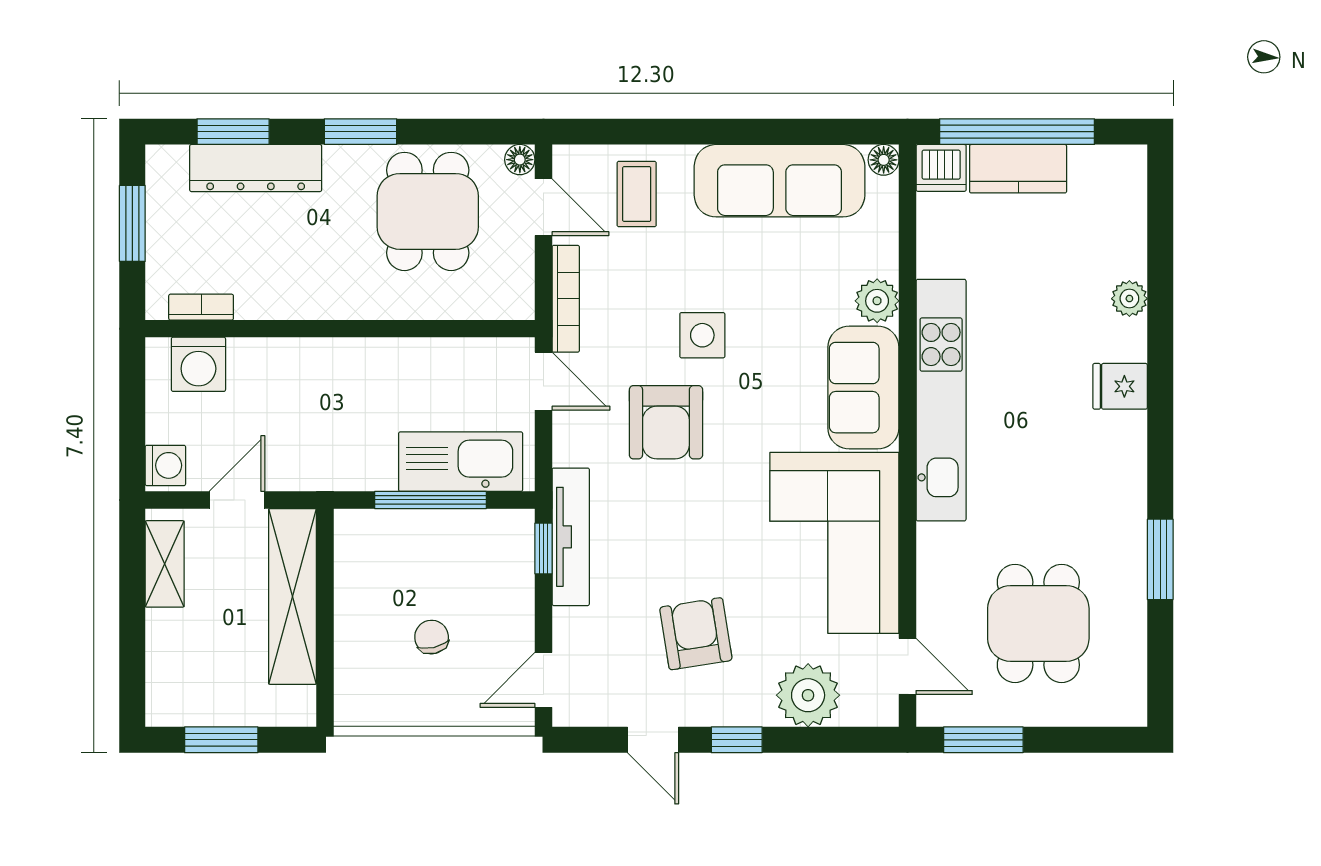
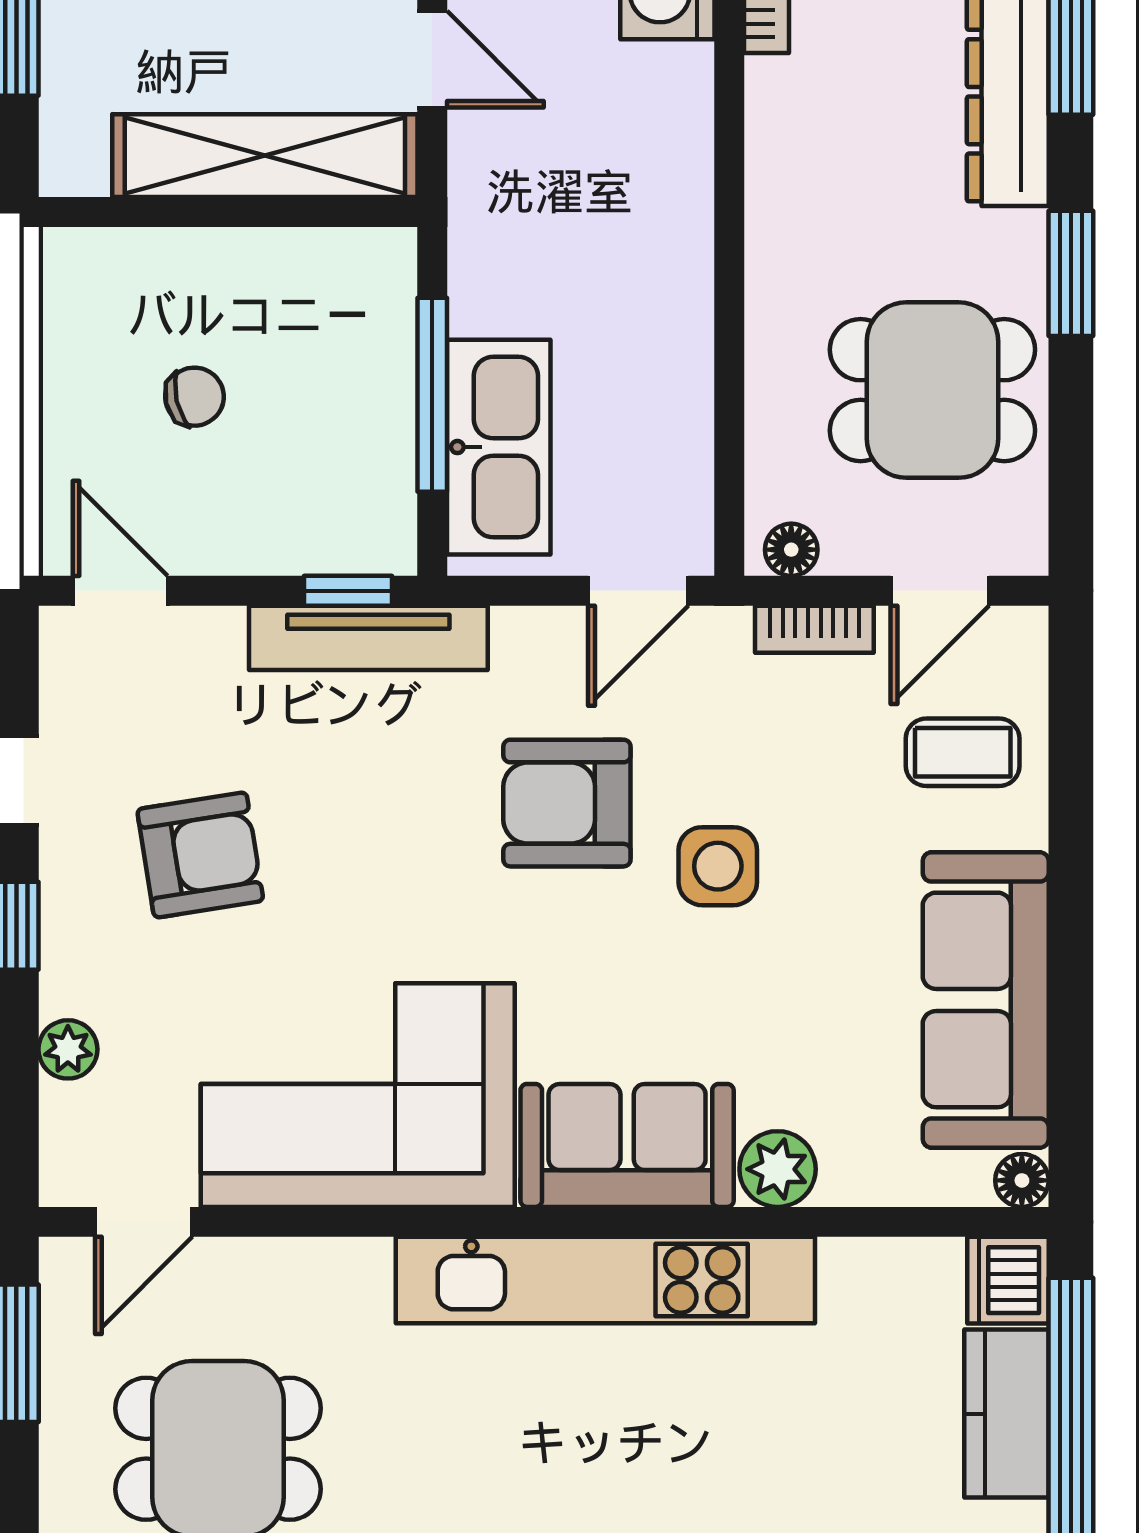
floor lamp: (520, 160) -> (791, 550), moved
bookcase: (566, 299) -> (814, 629), width x0.64
plant: (808, 695) -> (68, 1049), width x0.53, depth x0.53

